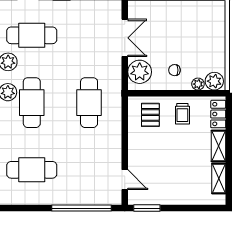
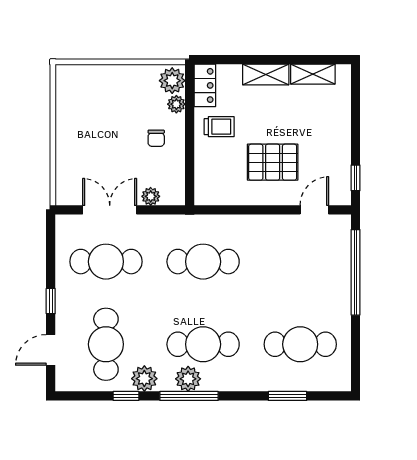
cafe table: (89, 35) -> (106, 262), added
plant: (140, 72) -> (151, 196), width x0.53, depth x0.53
locker: (218, 114) -> (205, 85), moved, turned -90
pallet: (150, 115) -> (273, 162), moved, width x1.50, depth x1.42
cafe table: (32, 170) -> (300, 344), turned 90
window: (147, 208) -> (355, 178), width x0.67

